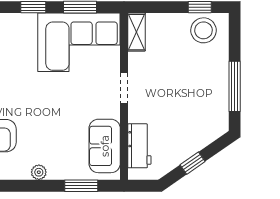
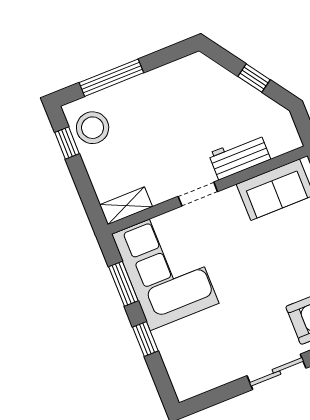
window: (235, 86) -> (111, 78), moved
workbench: (139, 146) -> (240, 156), moved

